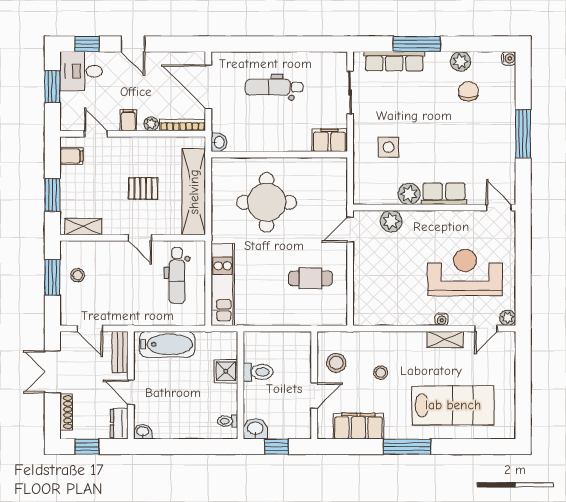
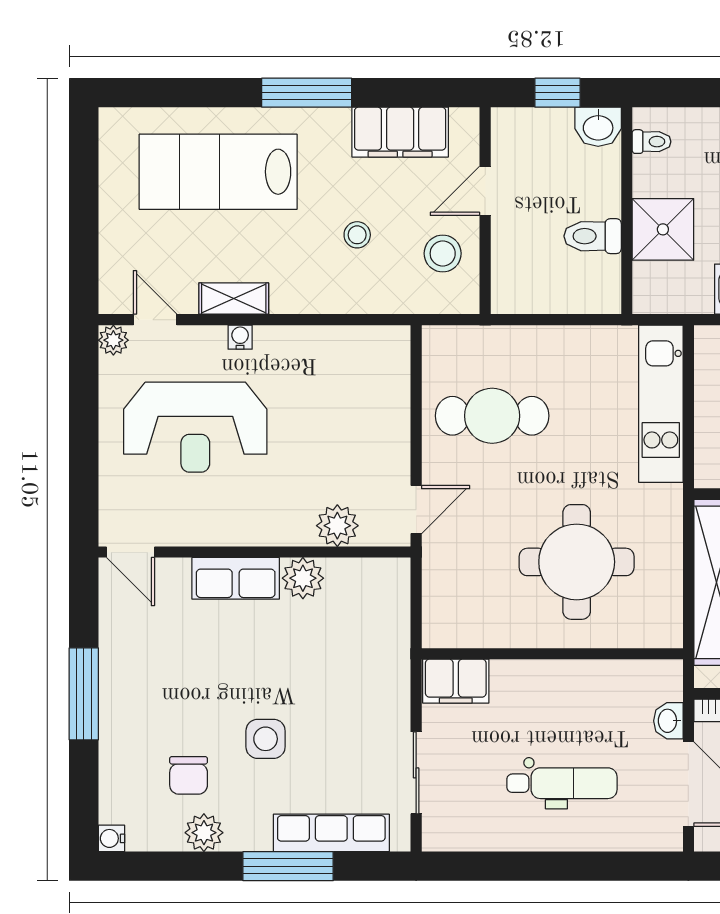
washbasin: (219, 142) -> (668, 721), moved
side table: (389, 147) -> (266, 739), moved
cafe table: (310, 278) -> (492, 416), width x1.37, depth x1.35
door: (486, 328) -> (155, 320), hinge flipped
shower: (226, 371) -> (663, 229), width x1.36, depth x1.36

